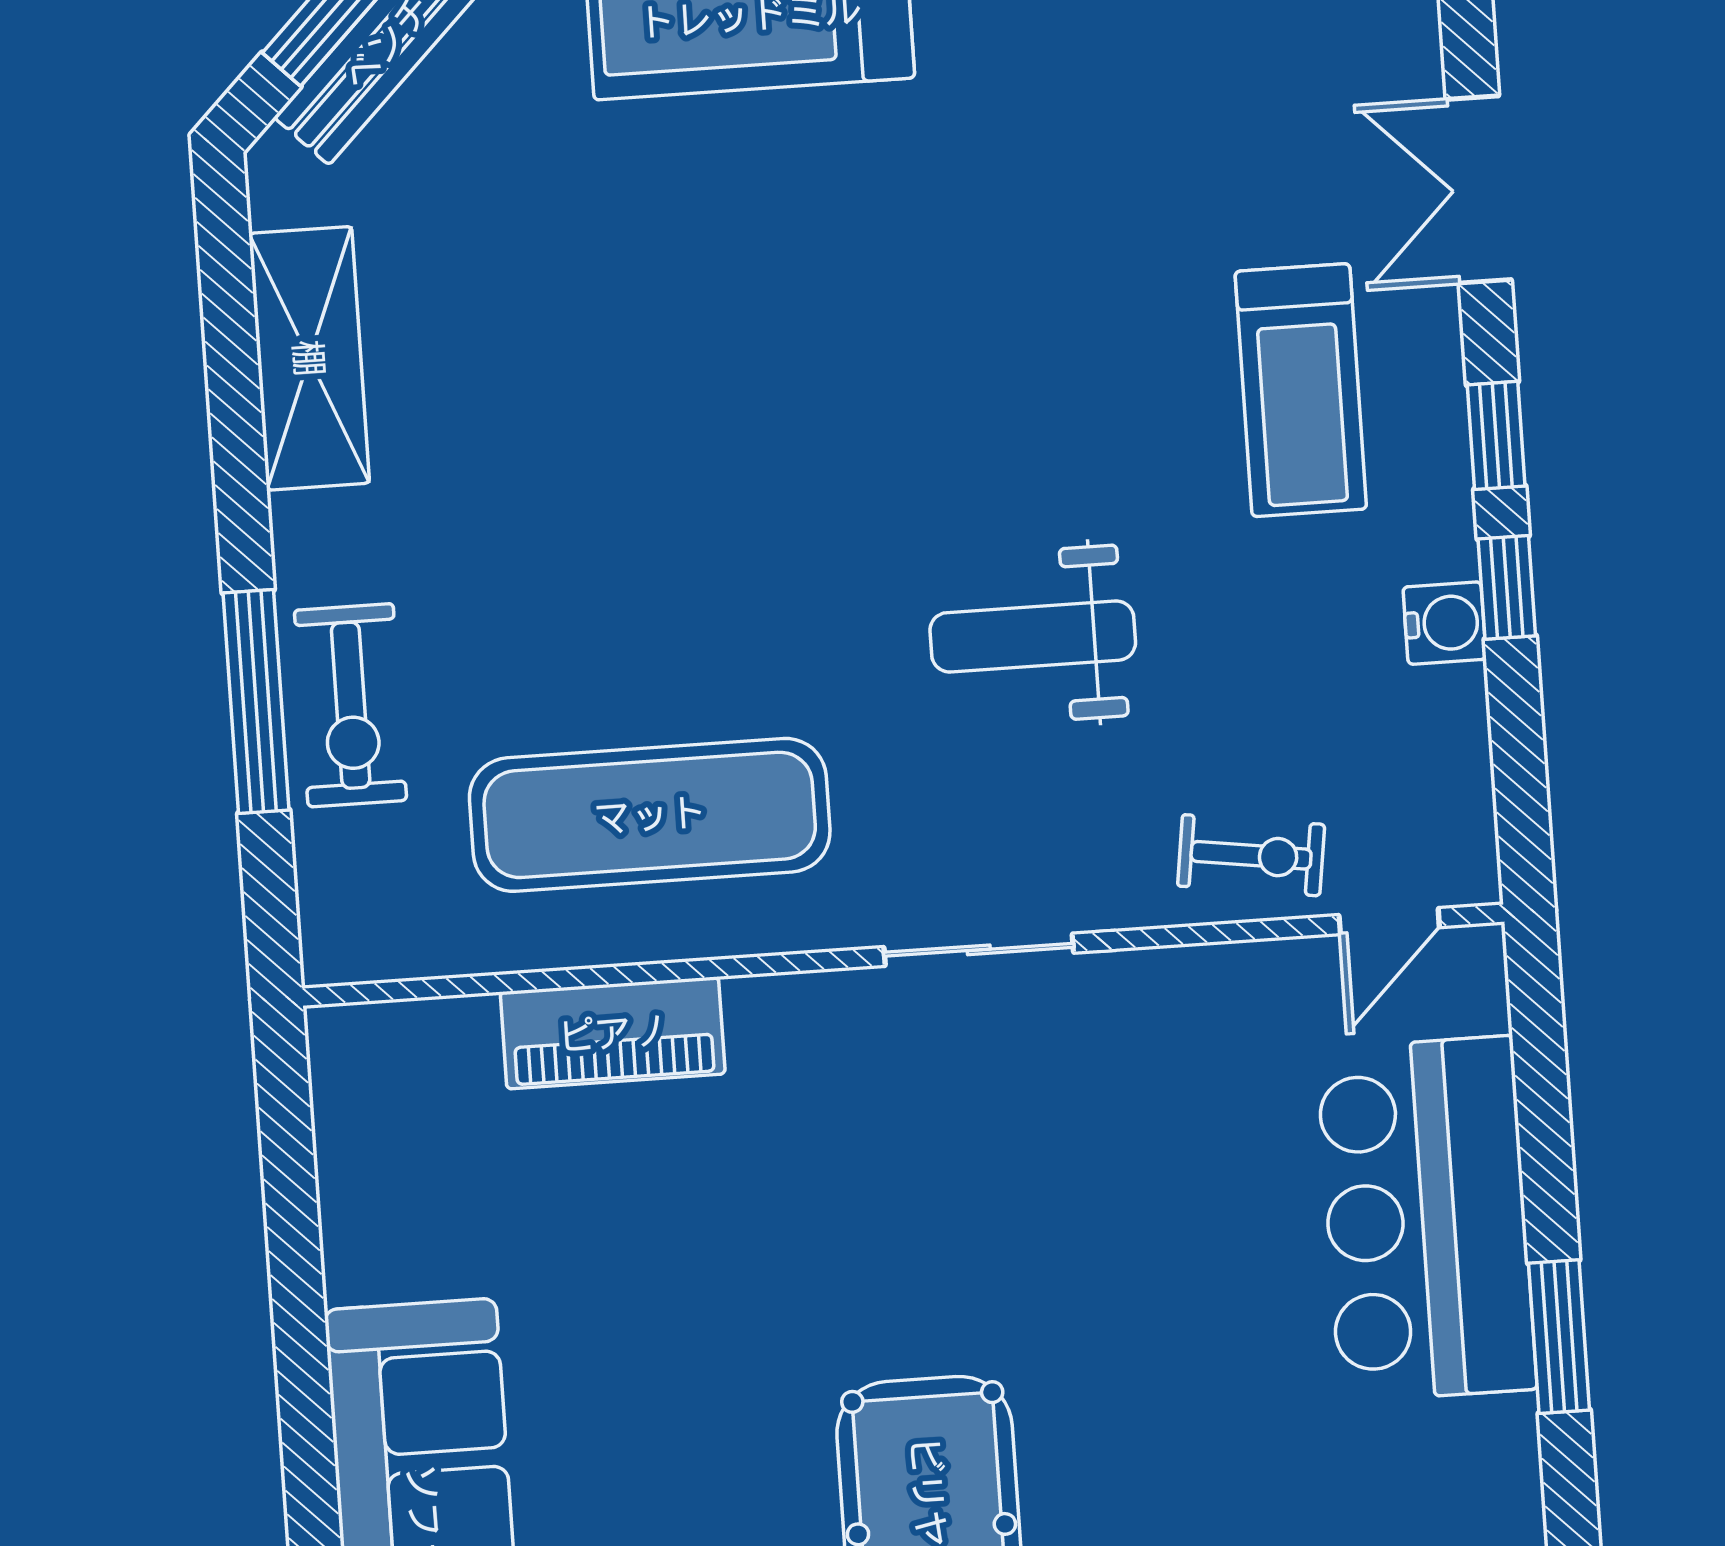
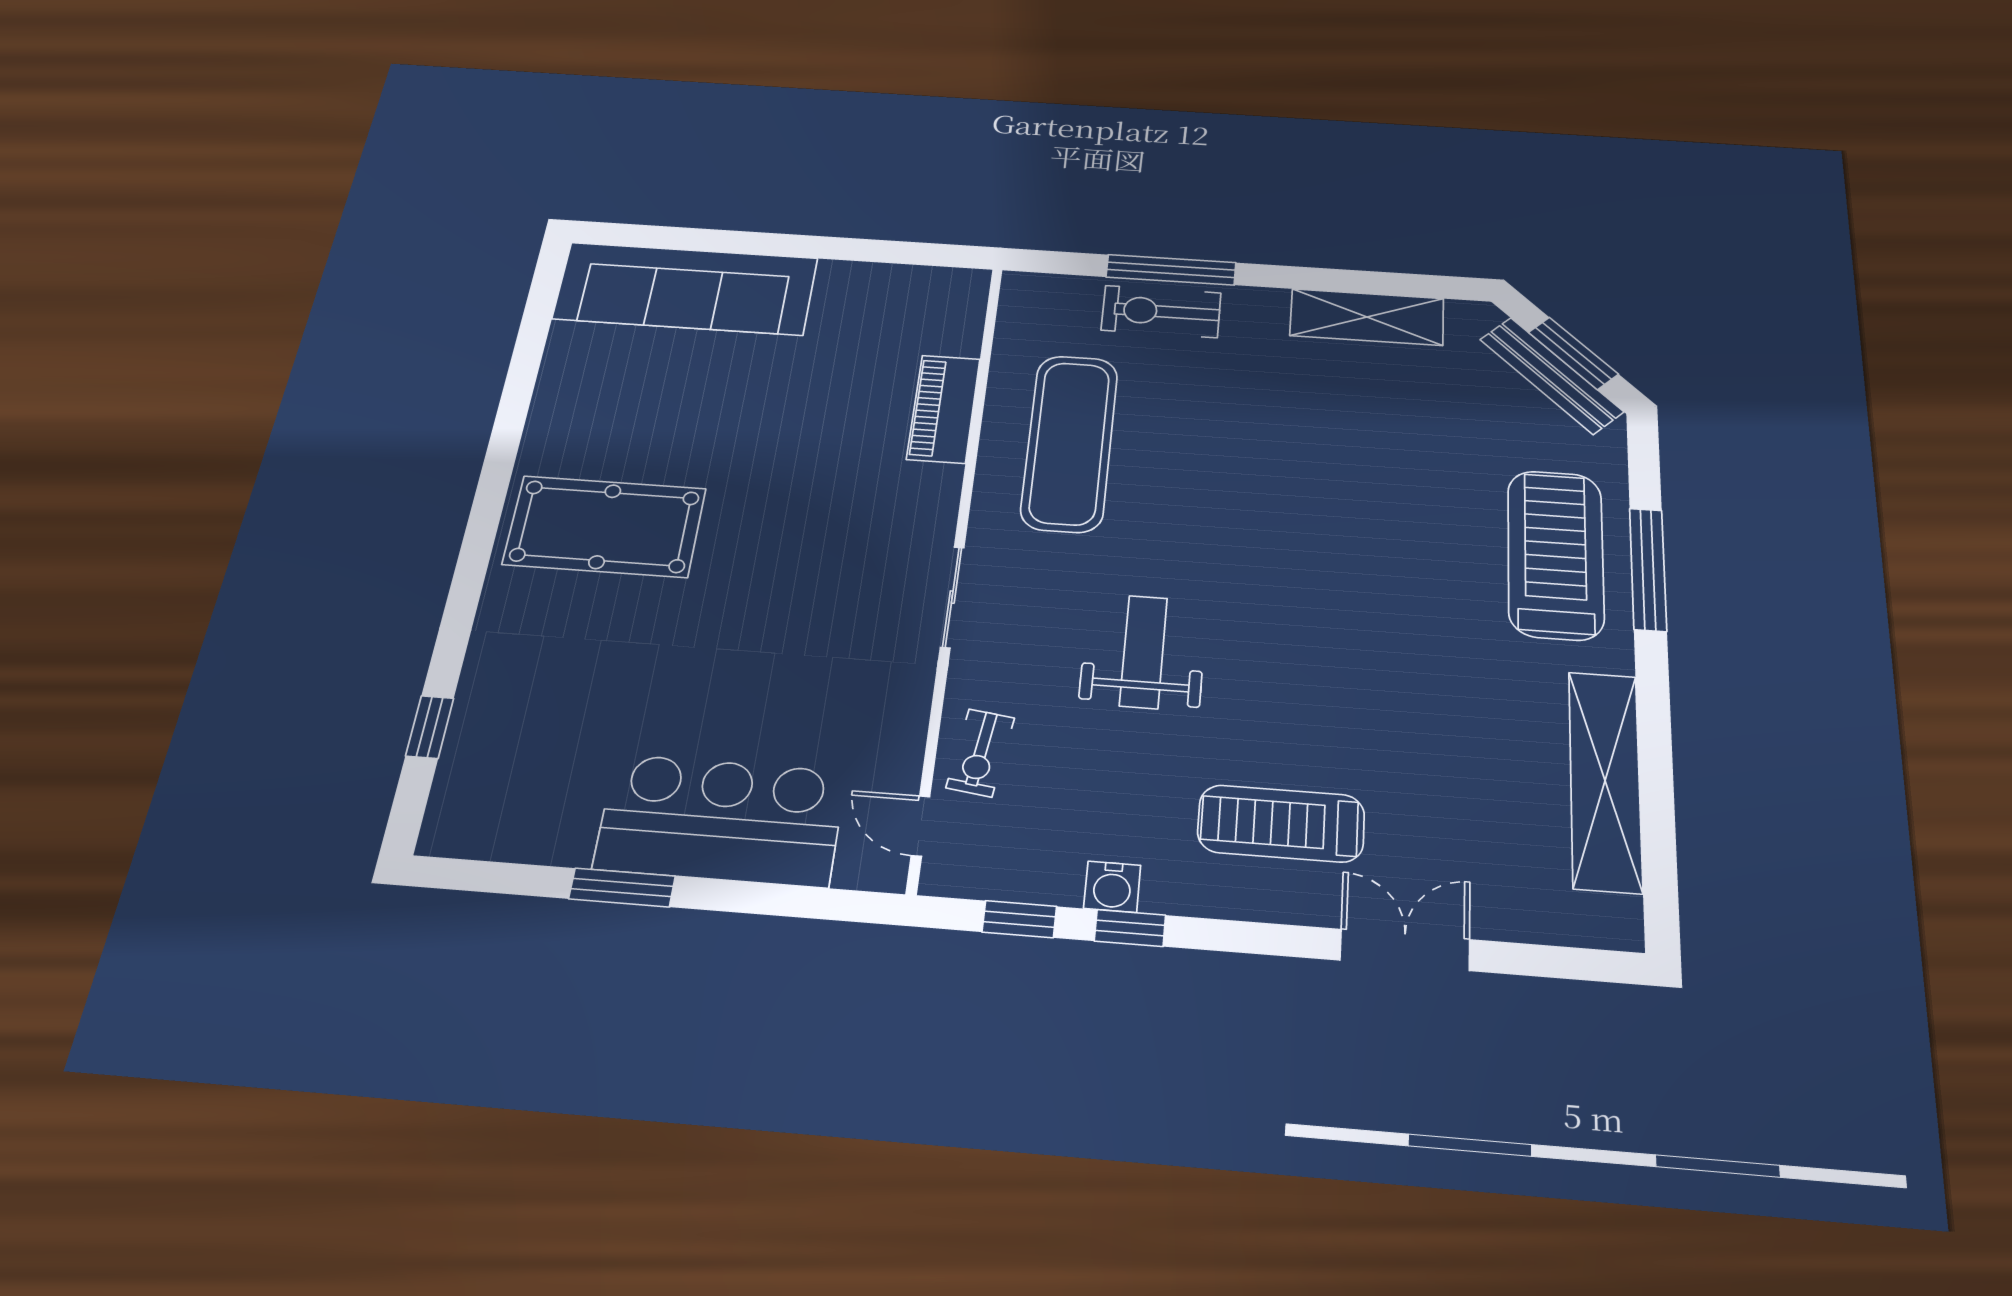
window: (1496, 435) -> (1019, 919), moved

